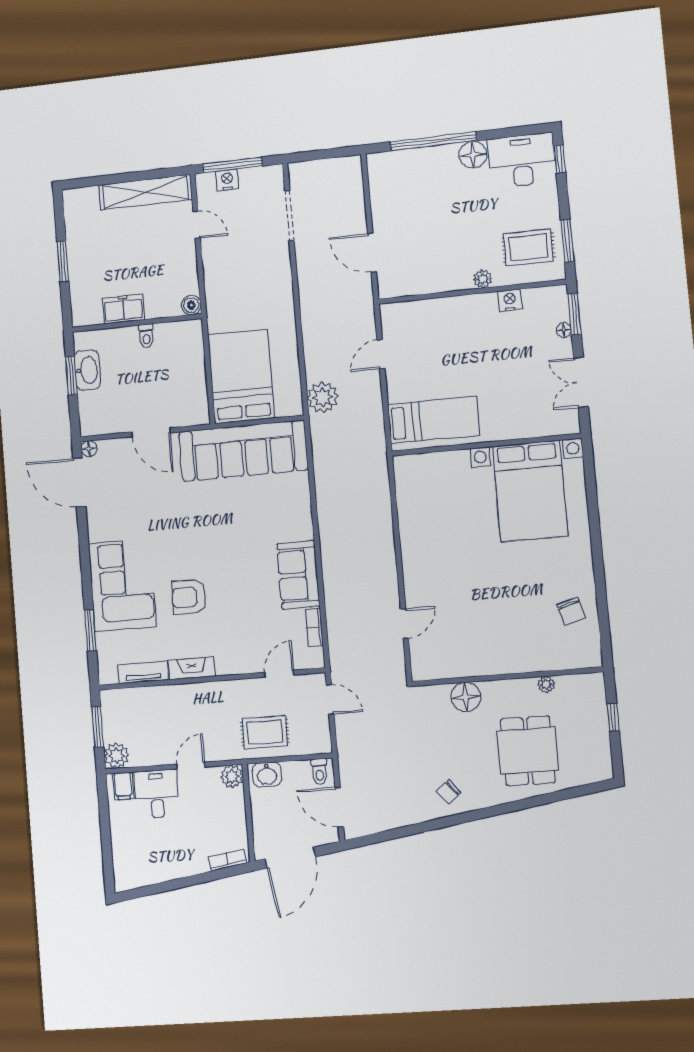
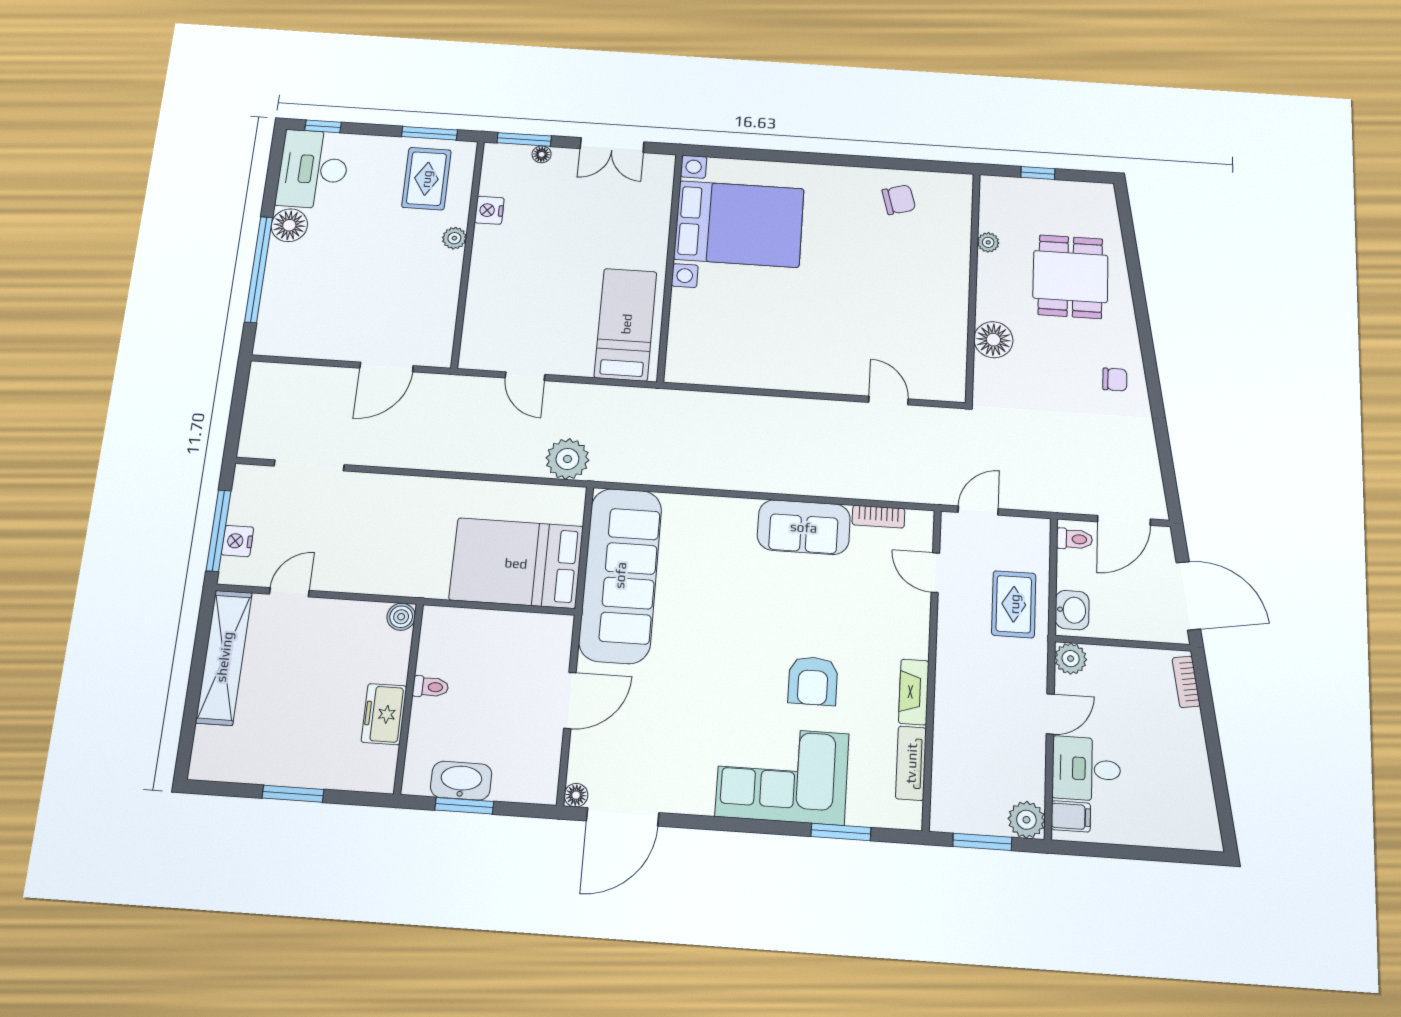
dining table: (528, 751) -> (1070, 277), turned 90
door: (191, 765) -> (1050, 714), swing flipped
chair: (448, 792) -> (1115, 380), turned -51

